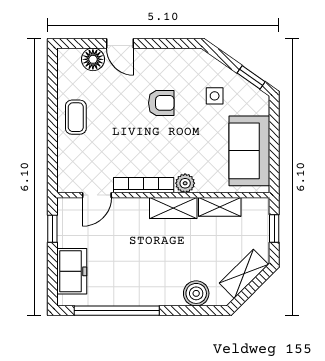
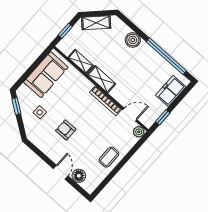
plant: (185, 183) -> (139, 132), moved
boiler: (196, 293) -> (133, 40), moved

